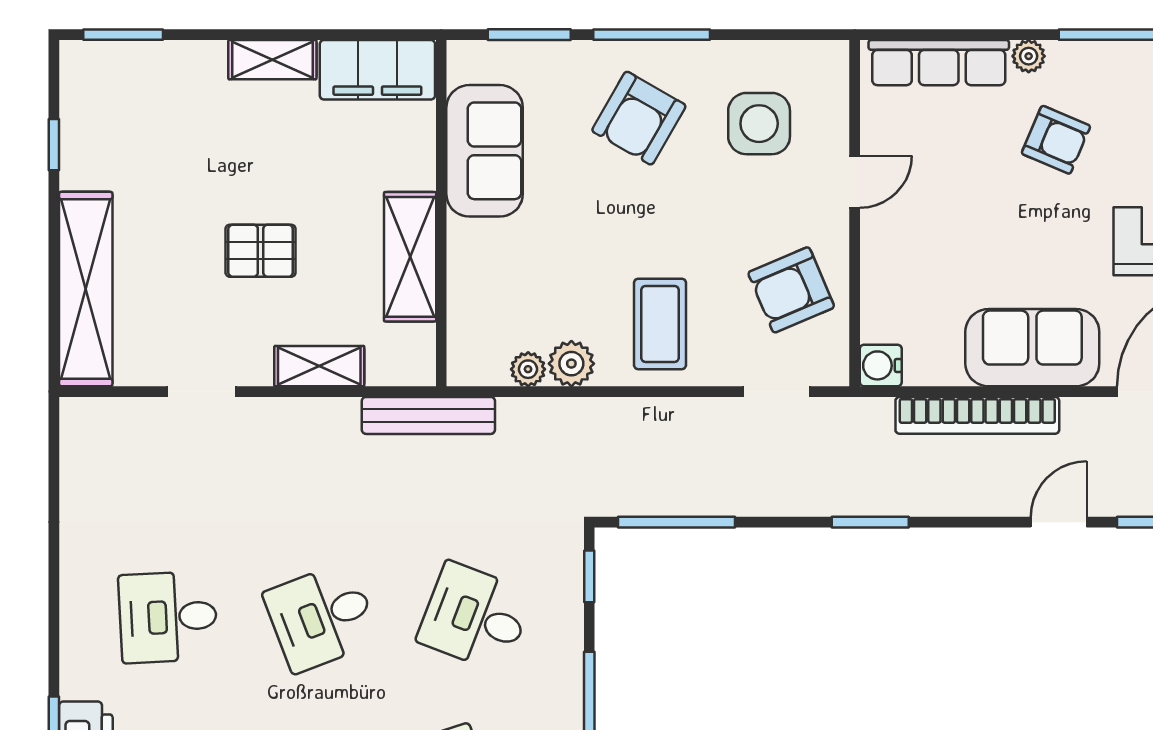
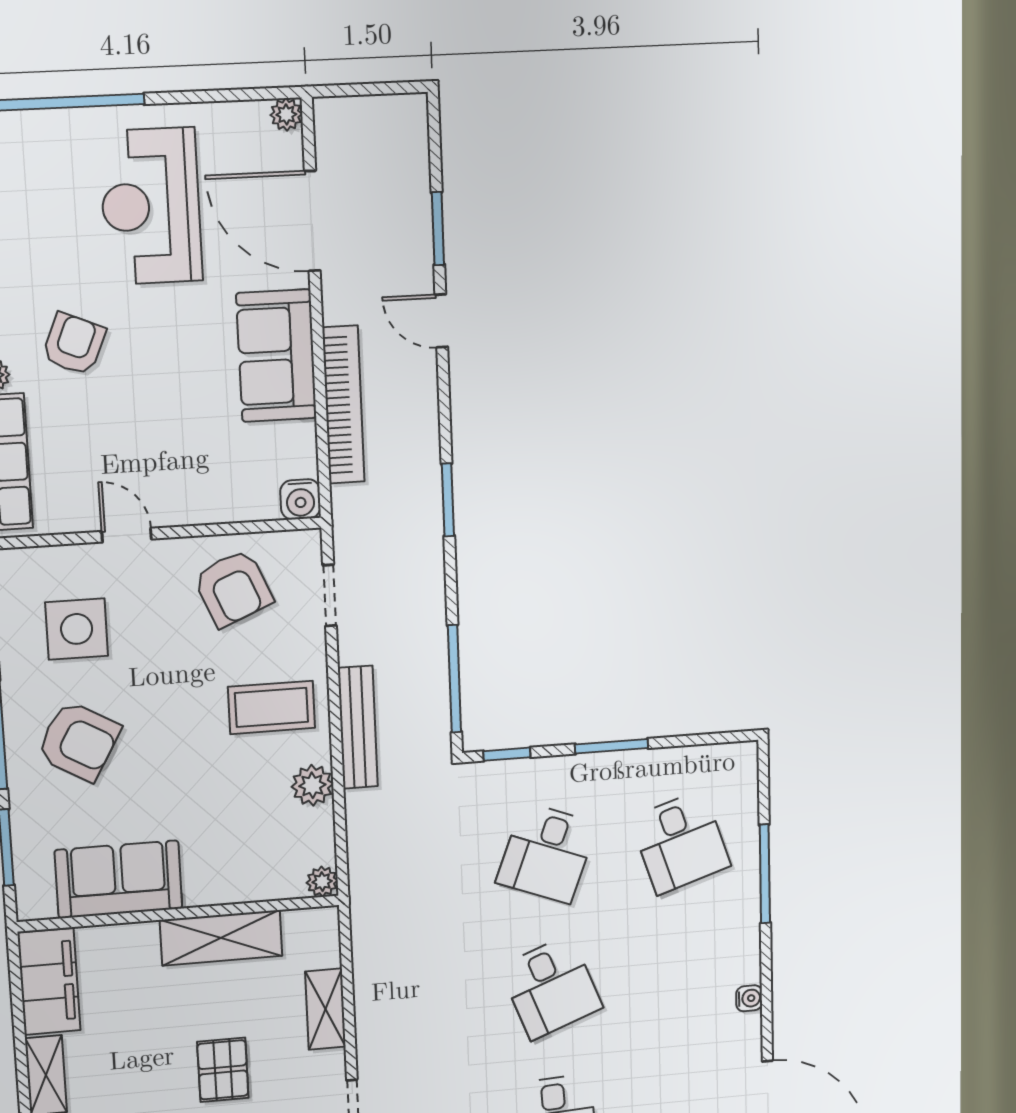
plant: (528, 369) -> (322, 882), moved
bench: (428, 415) -> (358, 727), moved

